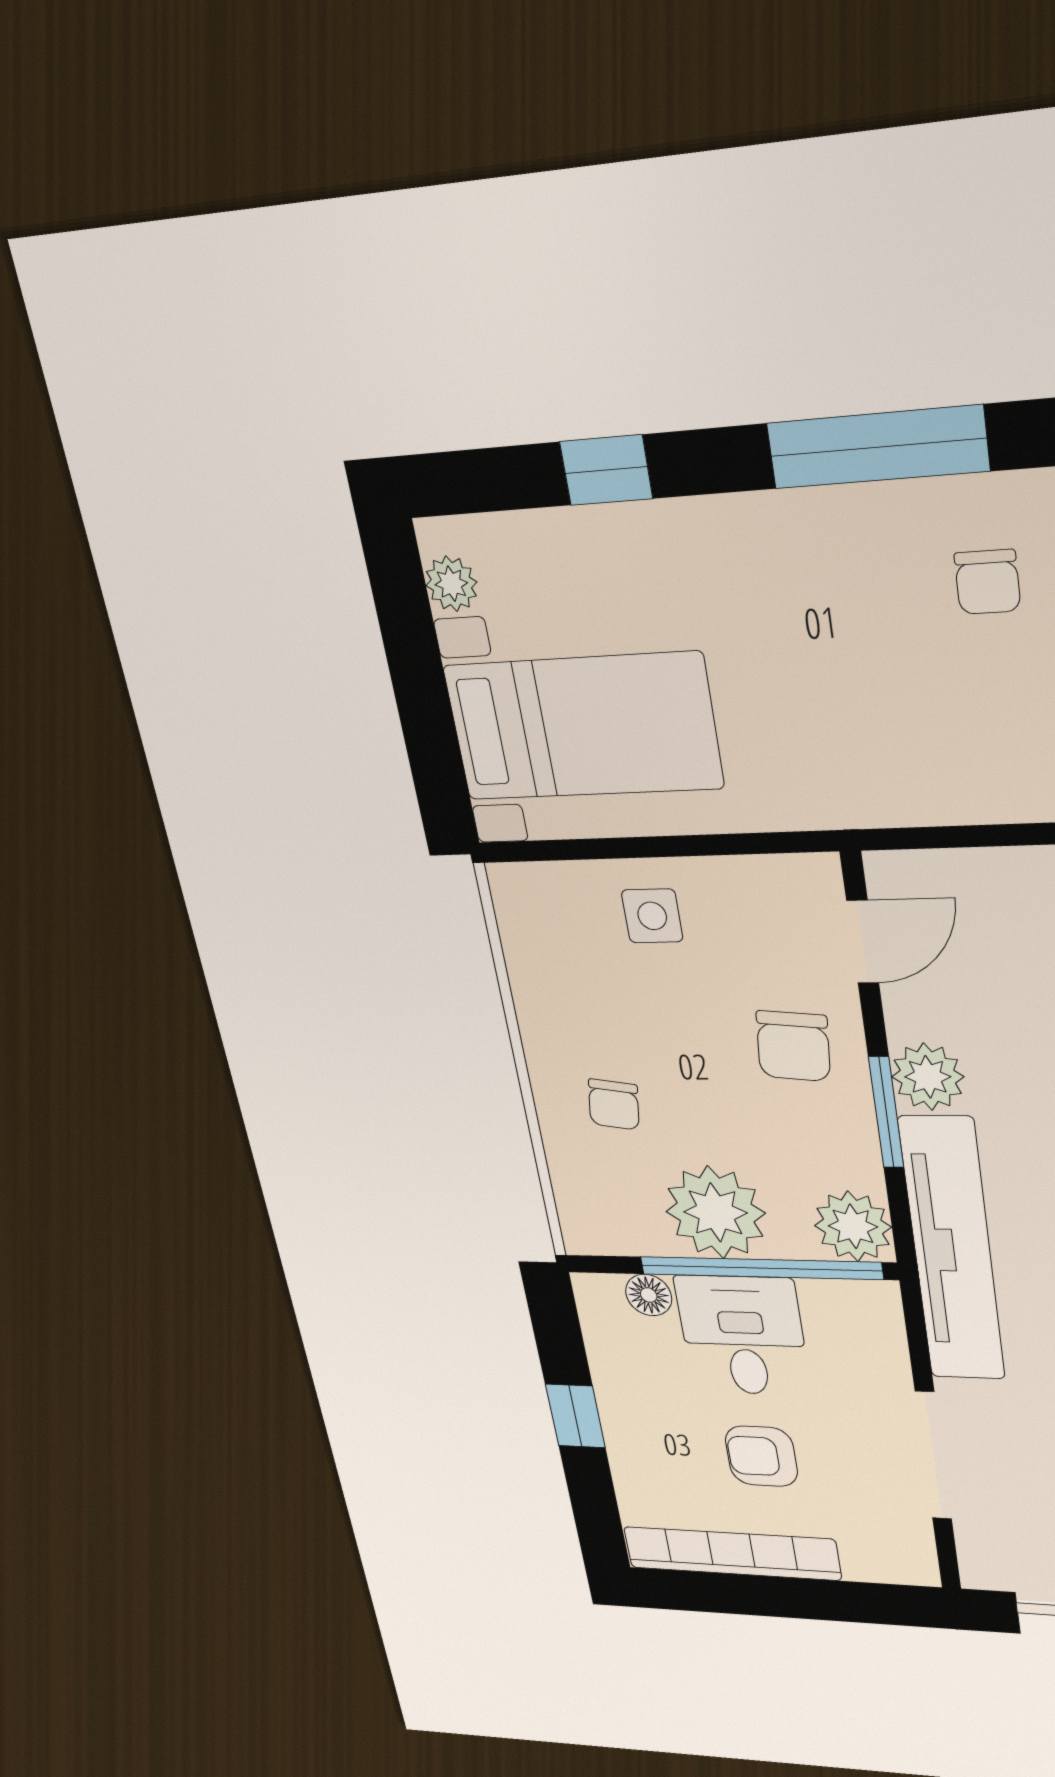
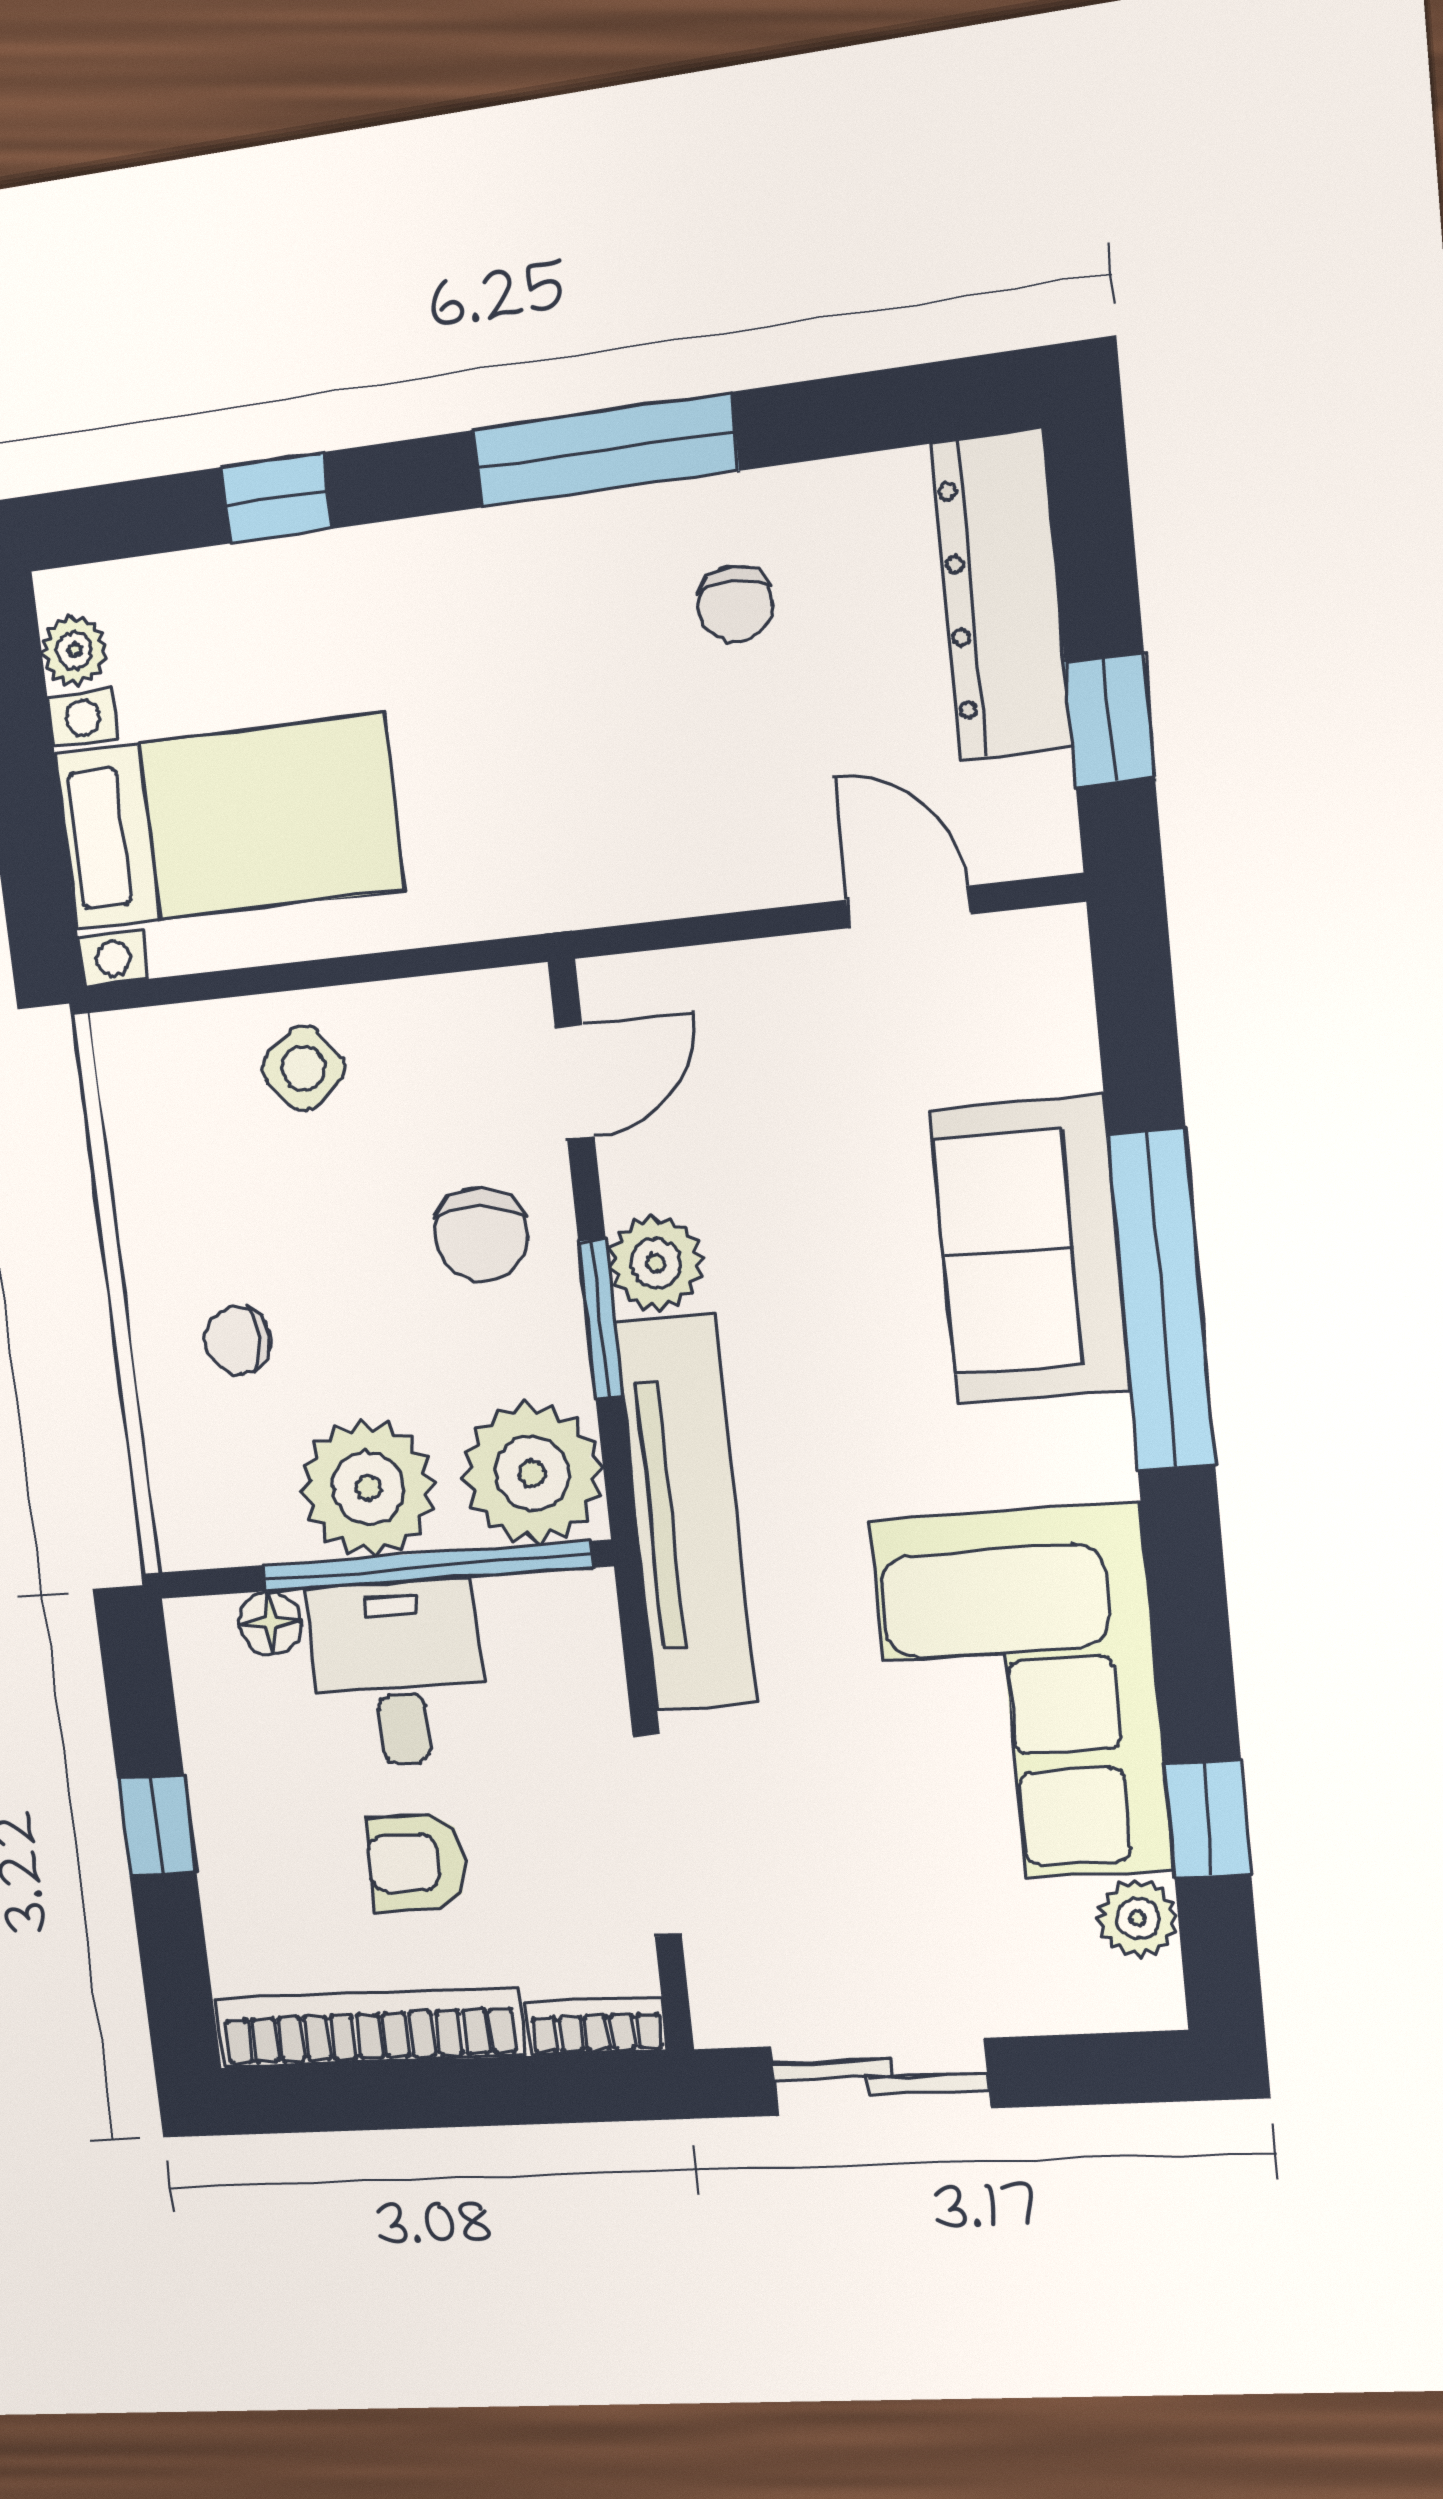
side table: (652, 916) -> (303, 1069), turned -38
chair: (614, 1104) -> (238, 1341), turned 82
plant: (853, 1226) -> (532, 1473), width x1.36, depth x1.36
bookcase: (892, 1568) -> (597, 2026), added

